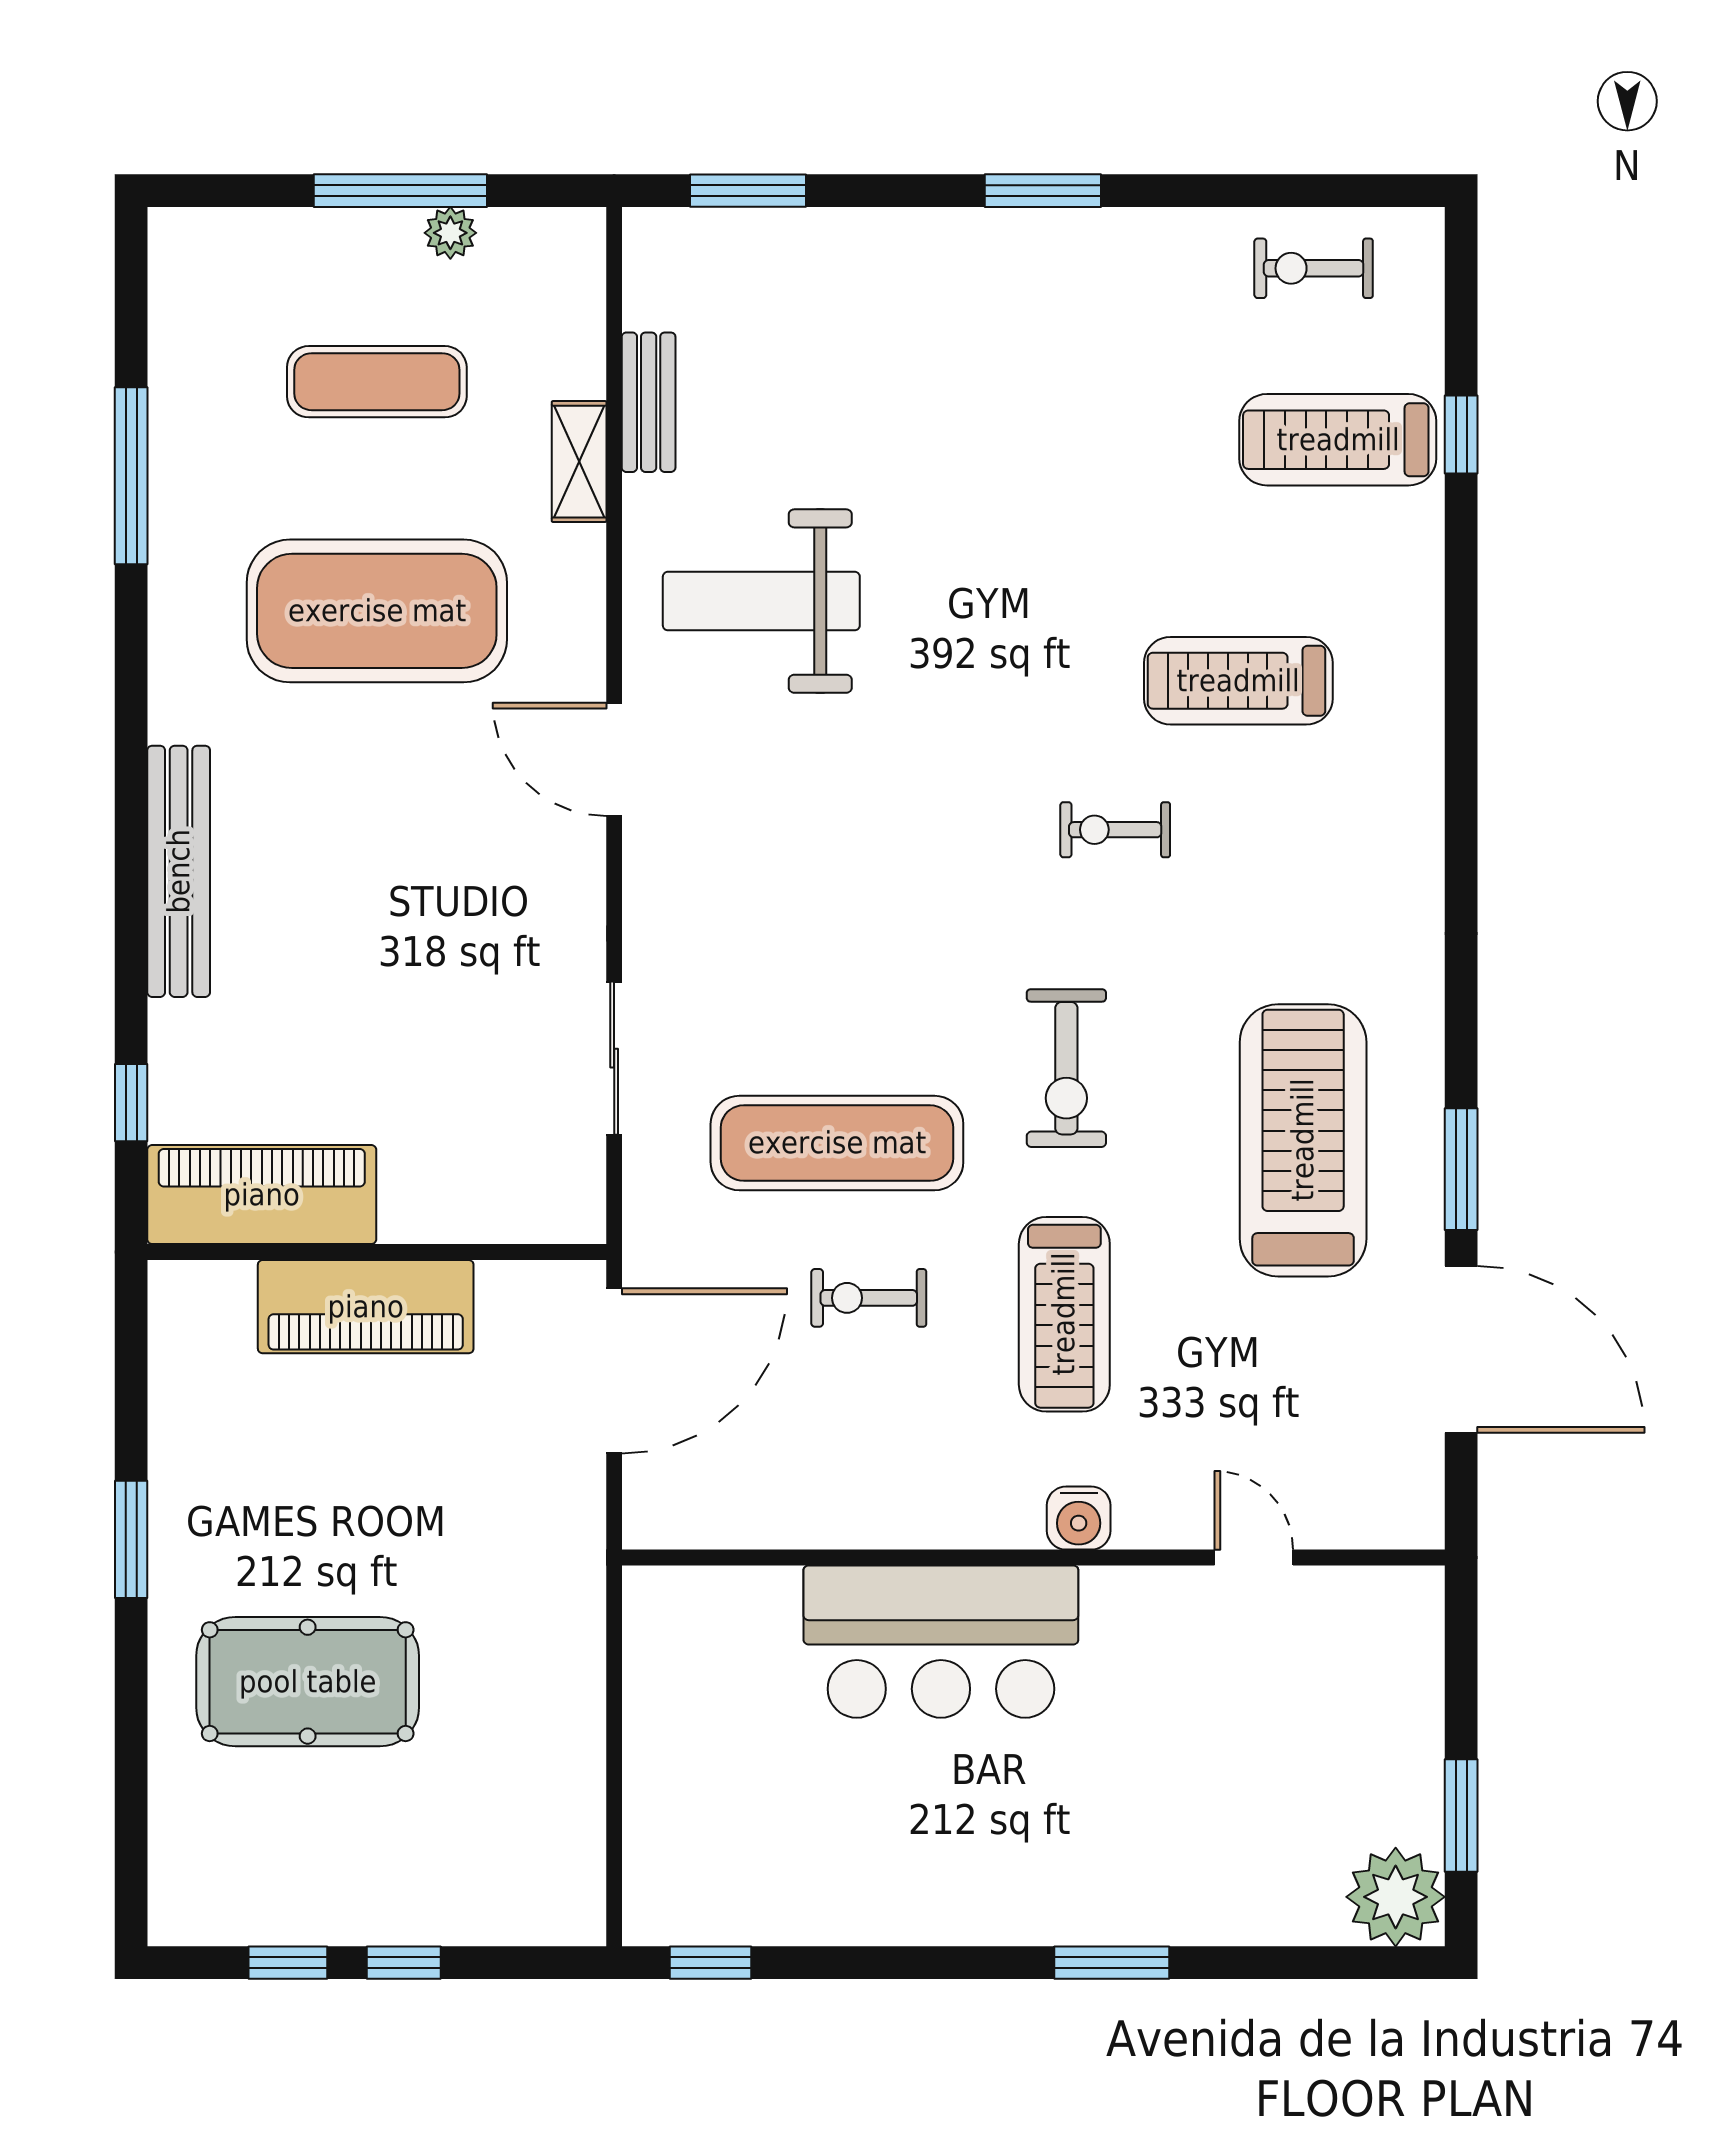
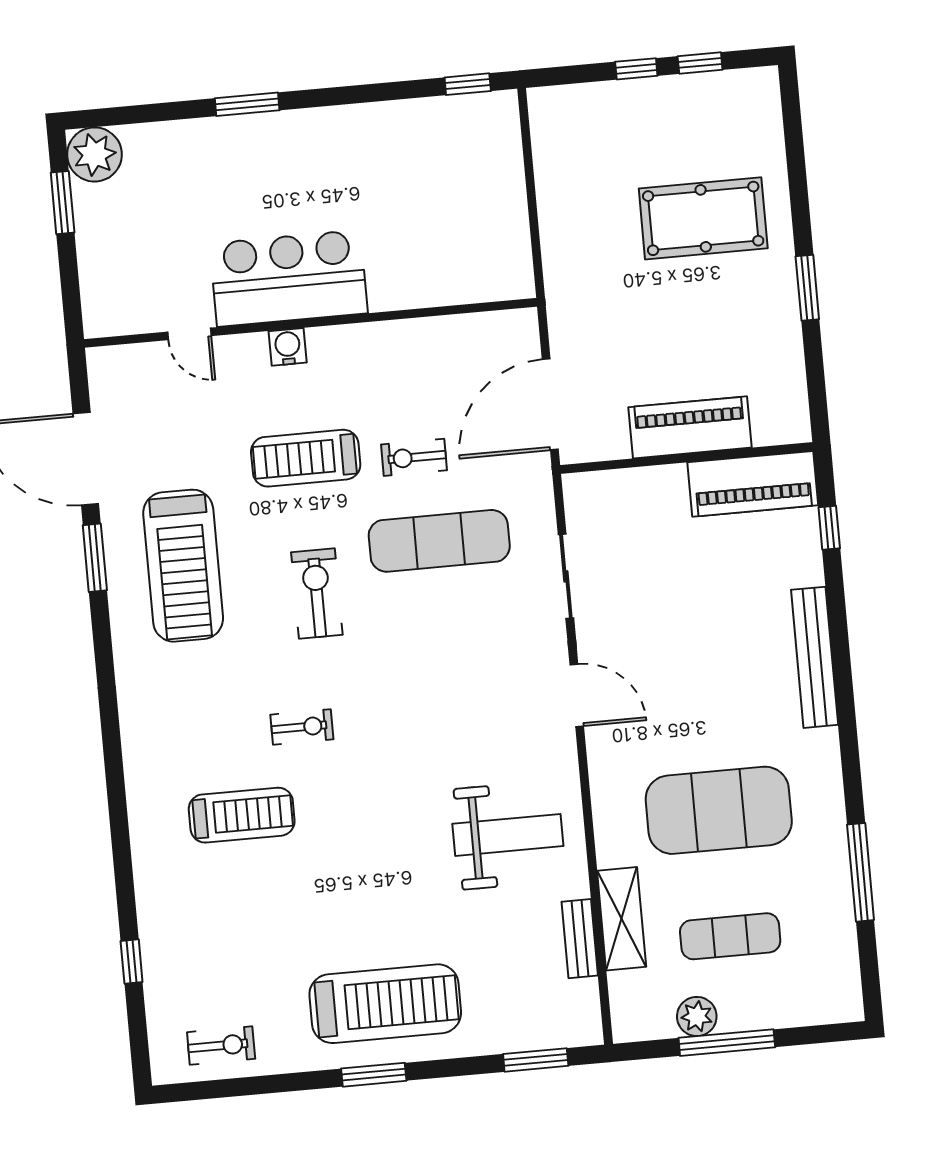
plant: (450, 233) -> (697, 1016), width x1.38, depth x1.38
treadmill: (1338, 440) -> (385, 1004), moved, width x1.37, depth x1.38
shelving: (579, 462) -> (622, 919), width x1.50, depth x1.33
door: (614, 759) -> (577, 695), moved
exercise bike: (869, 1298) -> (414, 457), turned 180
treadmill: (1064, 1314) -> (306, 458), turned -90
bar counter: (941, 1642) -> (289, 278), moved

